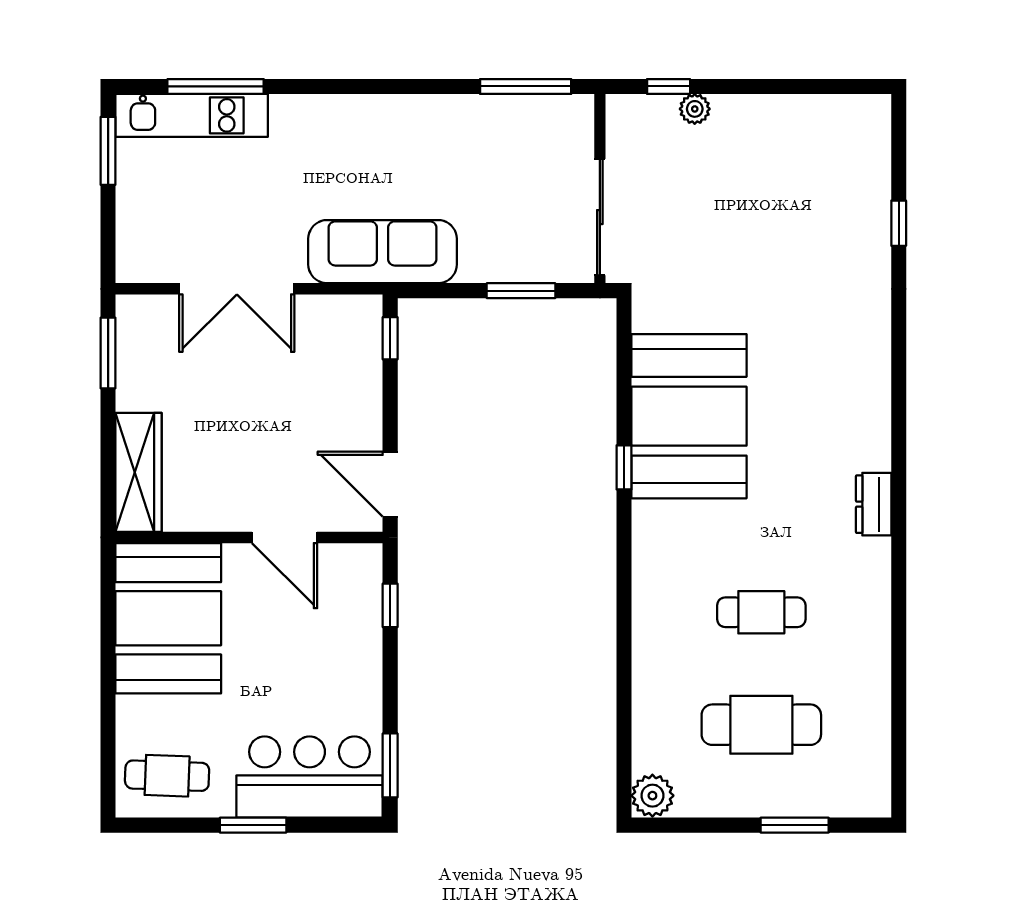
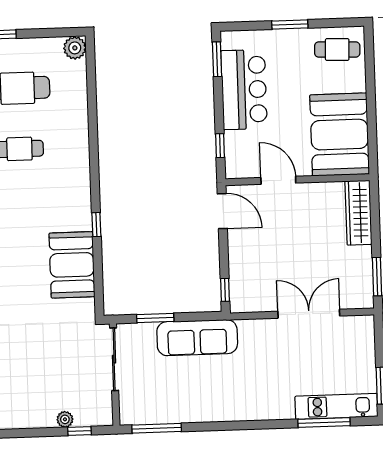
sofa: (383, 252) -> (197, 338), moved
booth: (689, 416) -> (72, 265), width x0.73, depth x0.70
bar counter: (310, 777) -> (244, 90), moved, turned -90

